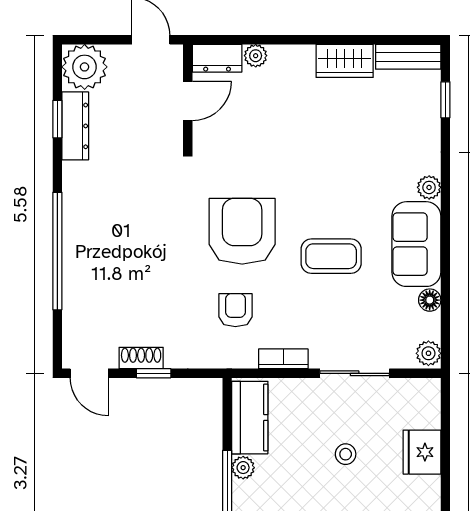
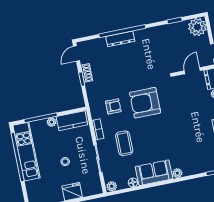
door: (188, 101) -> (192, 71), swing flipped
dresser: (75, 126) -> (120, 39), moved
armchair: (242, 231) -> (145, 103), turned 180
coffee table: (331, 256) -> (124, 143), moved

